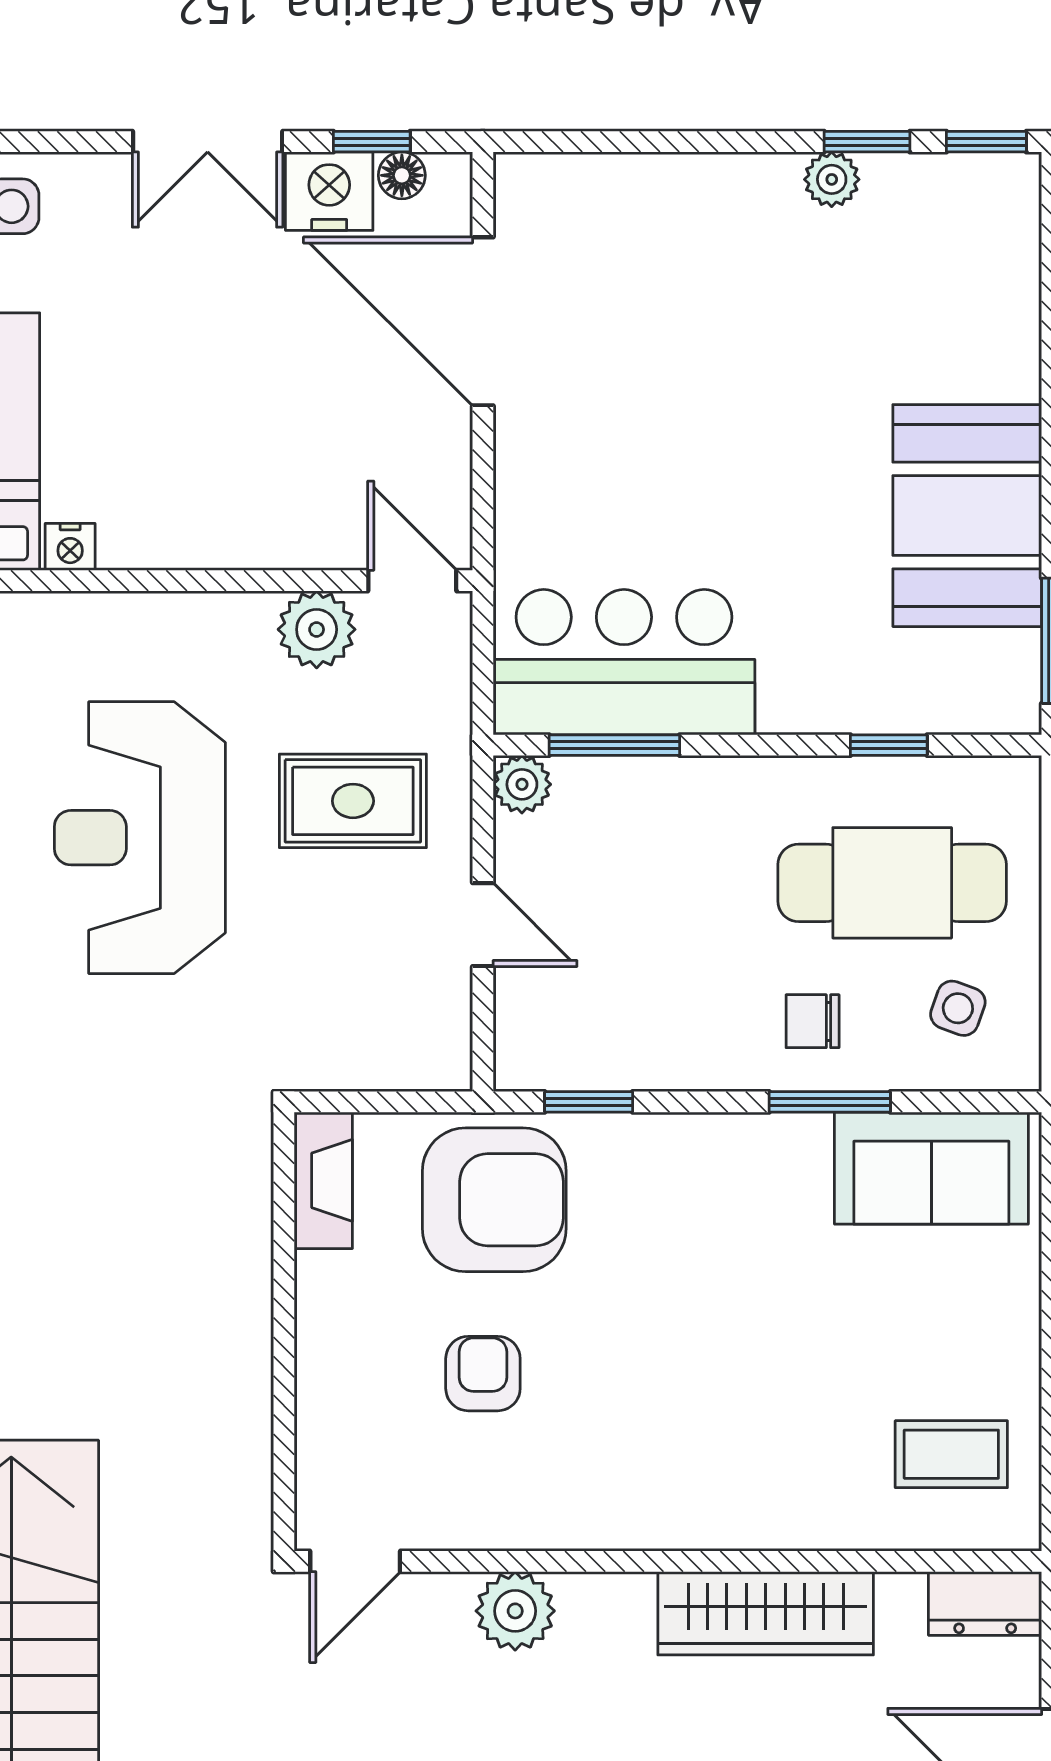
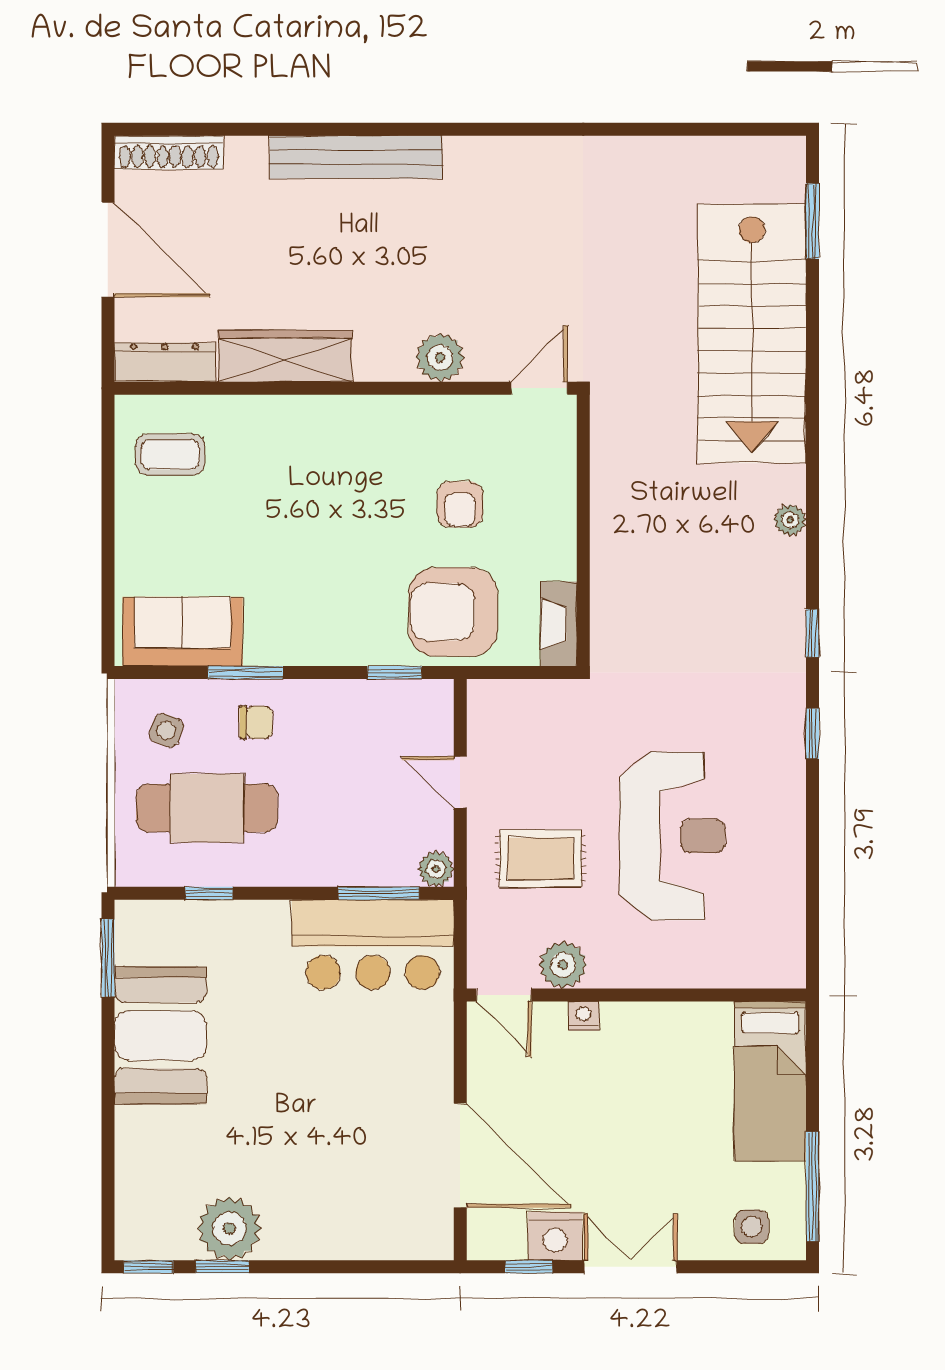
floor lamp: (402, 175) -> (510, 1246), removed
plant: (832, 179) -> (229, 1228), width x1.87, depth x1.87
nightstand: (70, 547) -> (584, 1016), moved
dresser: (985, 1603) -> (165, 362), width x1.44

